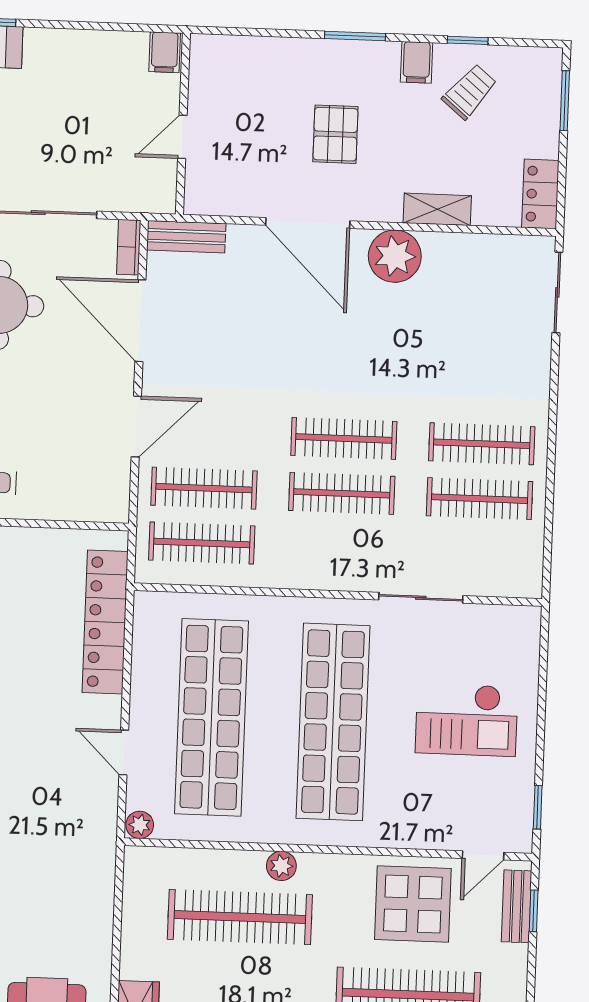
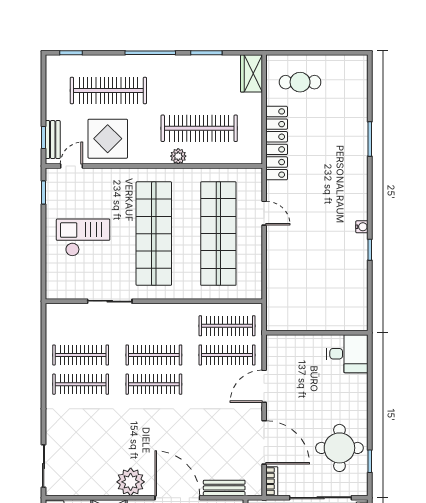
bench: (186, 237) -> (224, 488), moved
locker: (105, 622) -> (277, 143), moved
plant: (140, 825) -> (254, 175), removed

